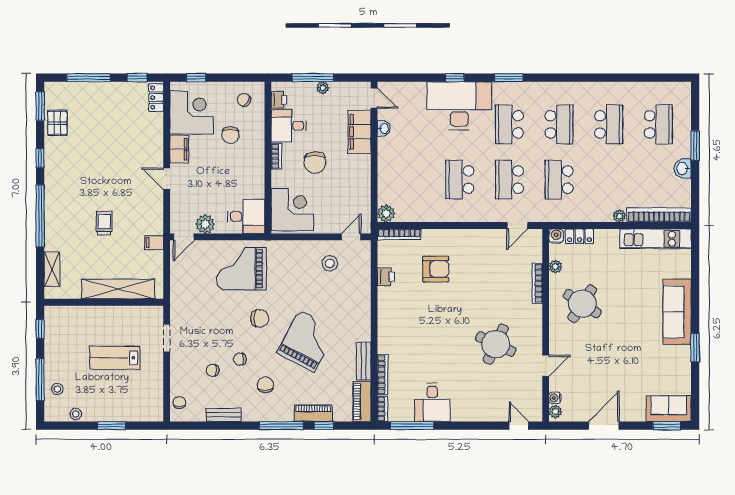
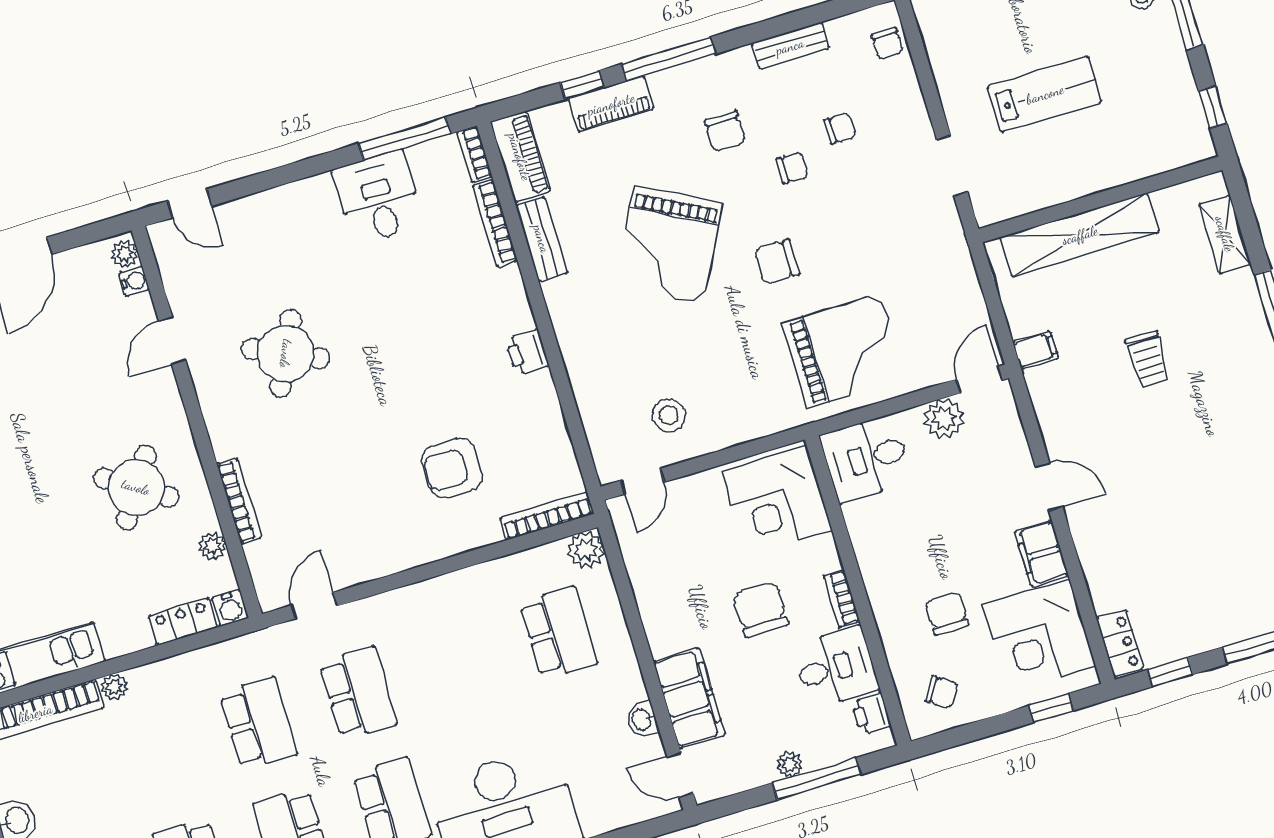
school desk: (460, 180) -> (558, 633), moved
printer: (386, 277) -> (527, 352), moved

